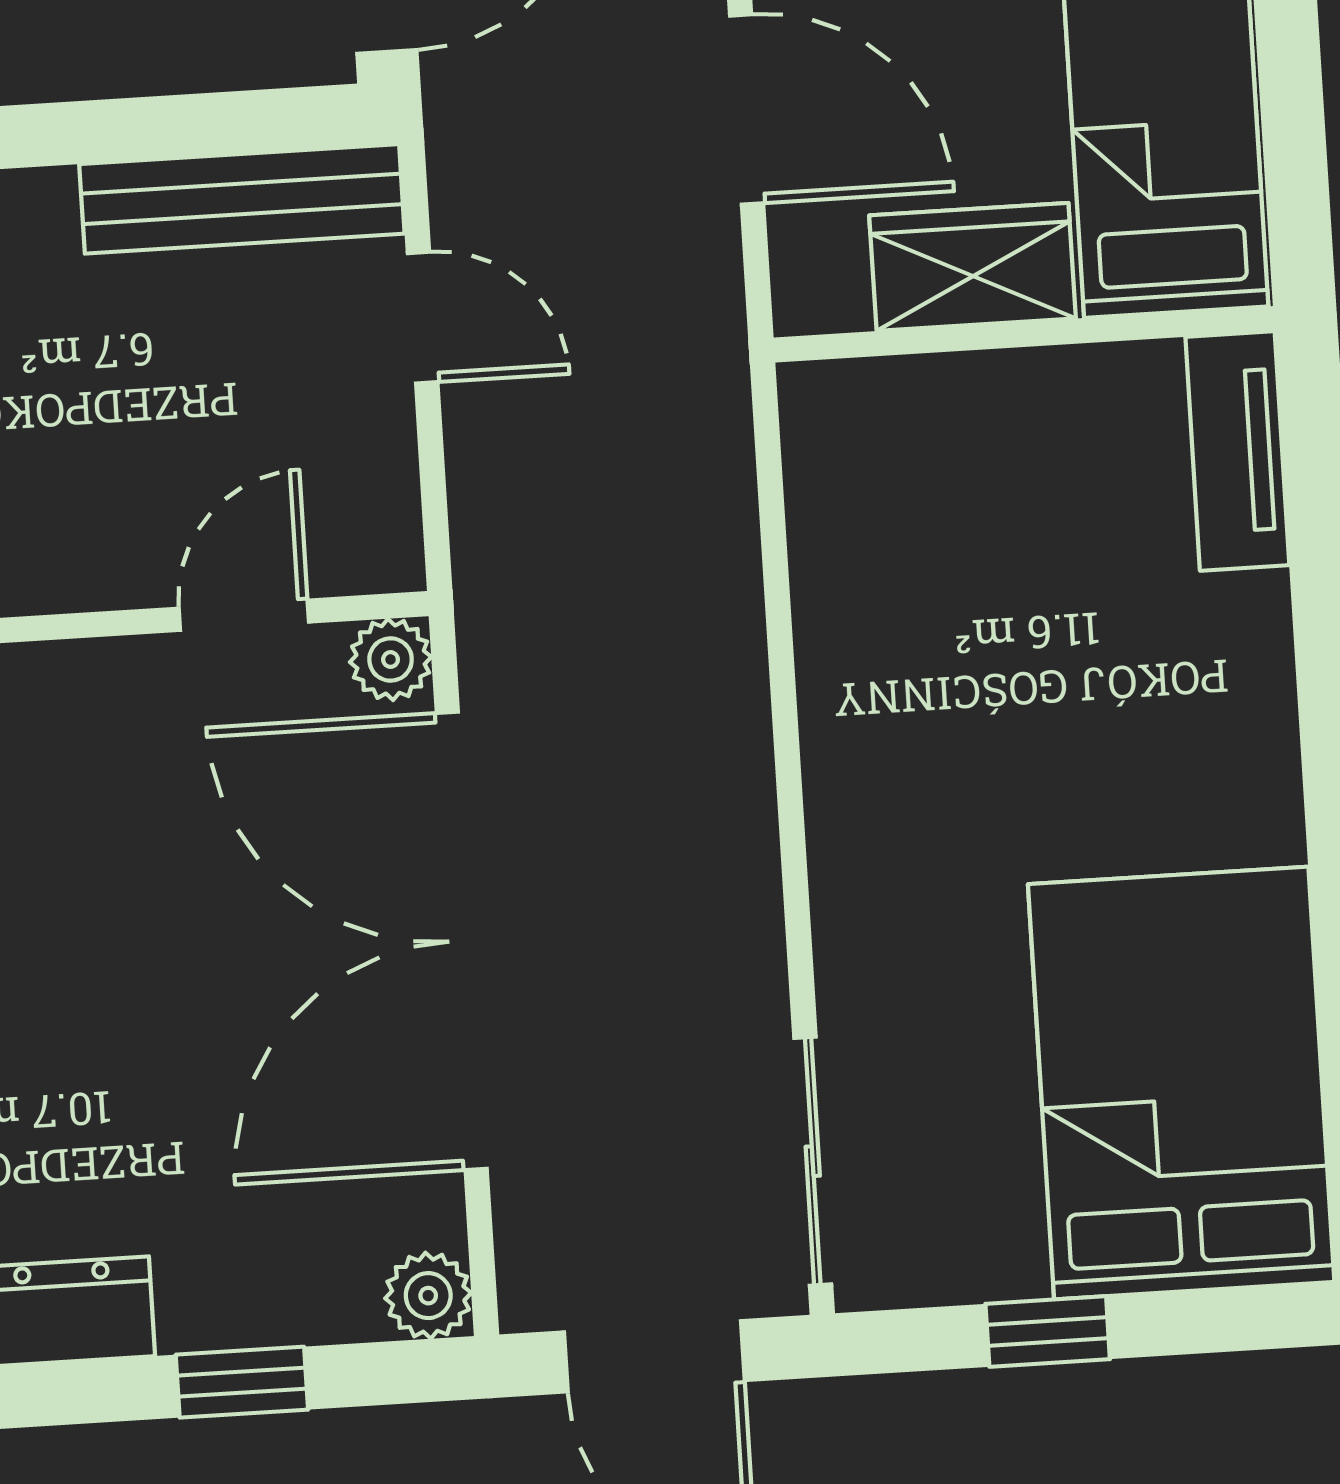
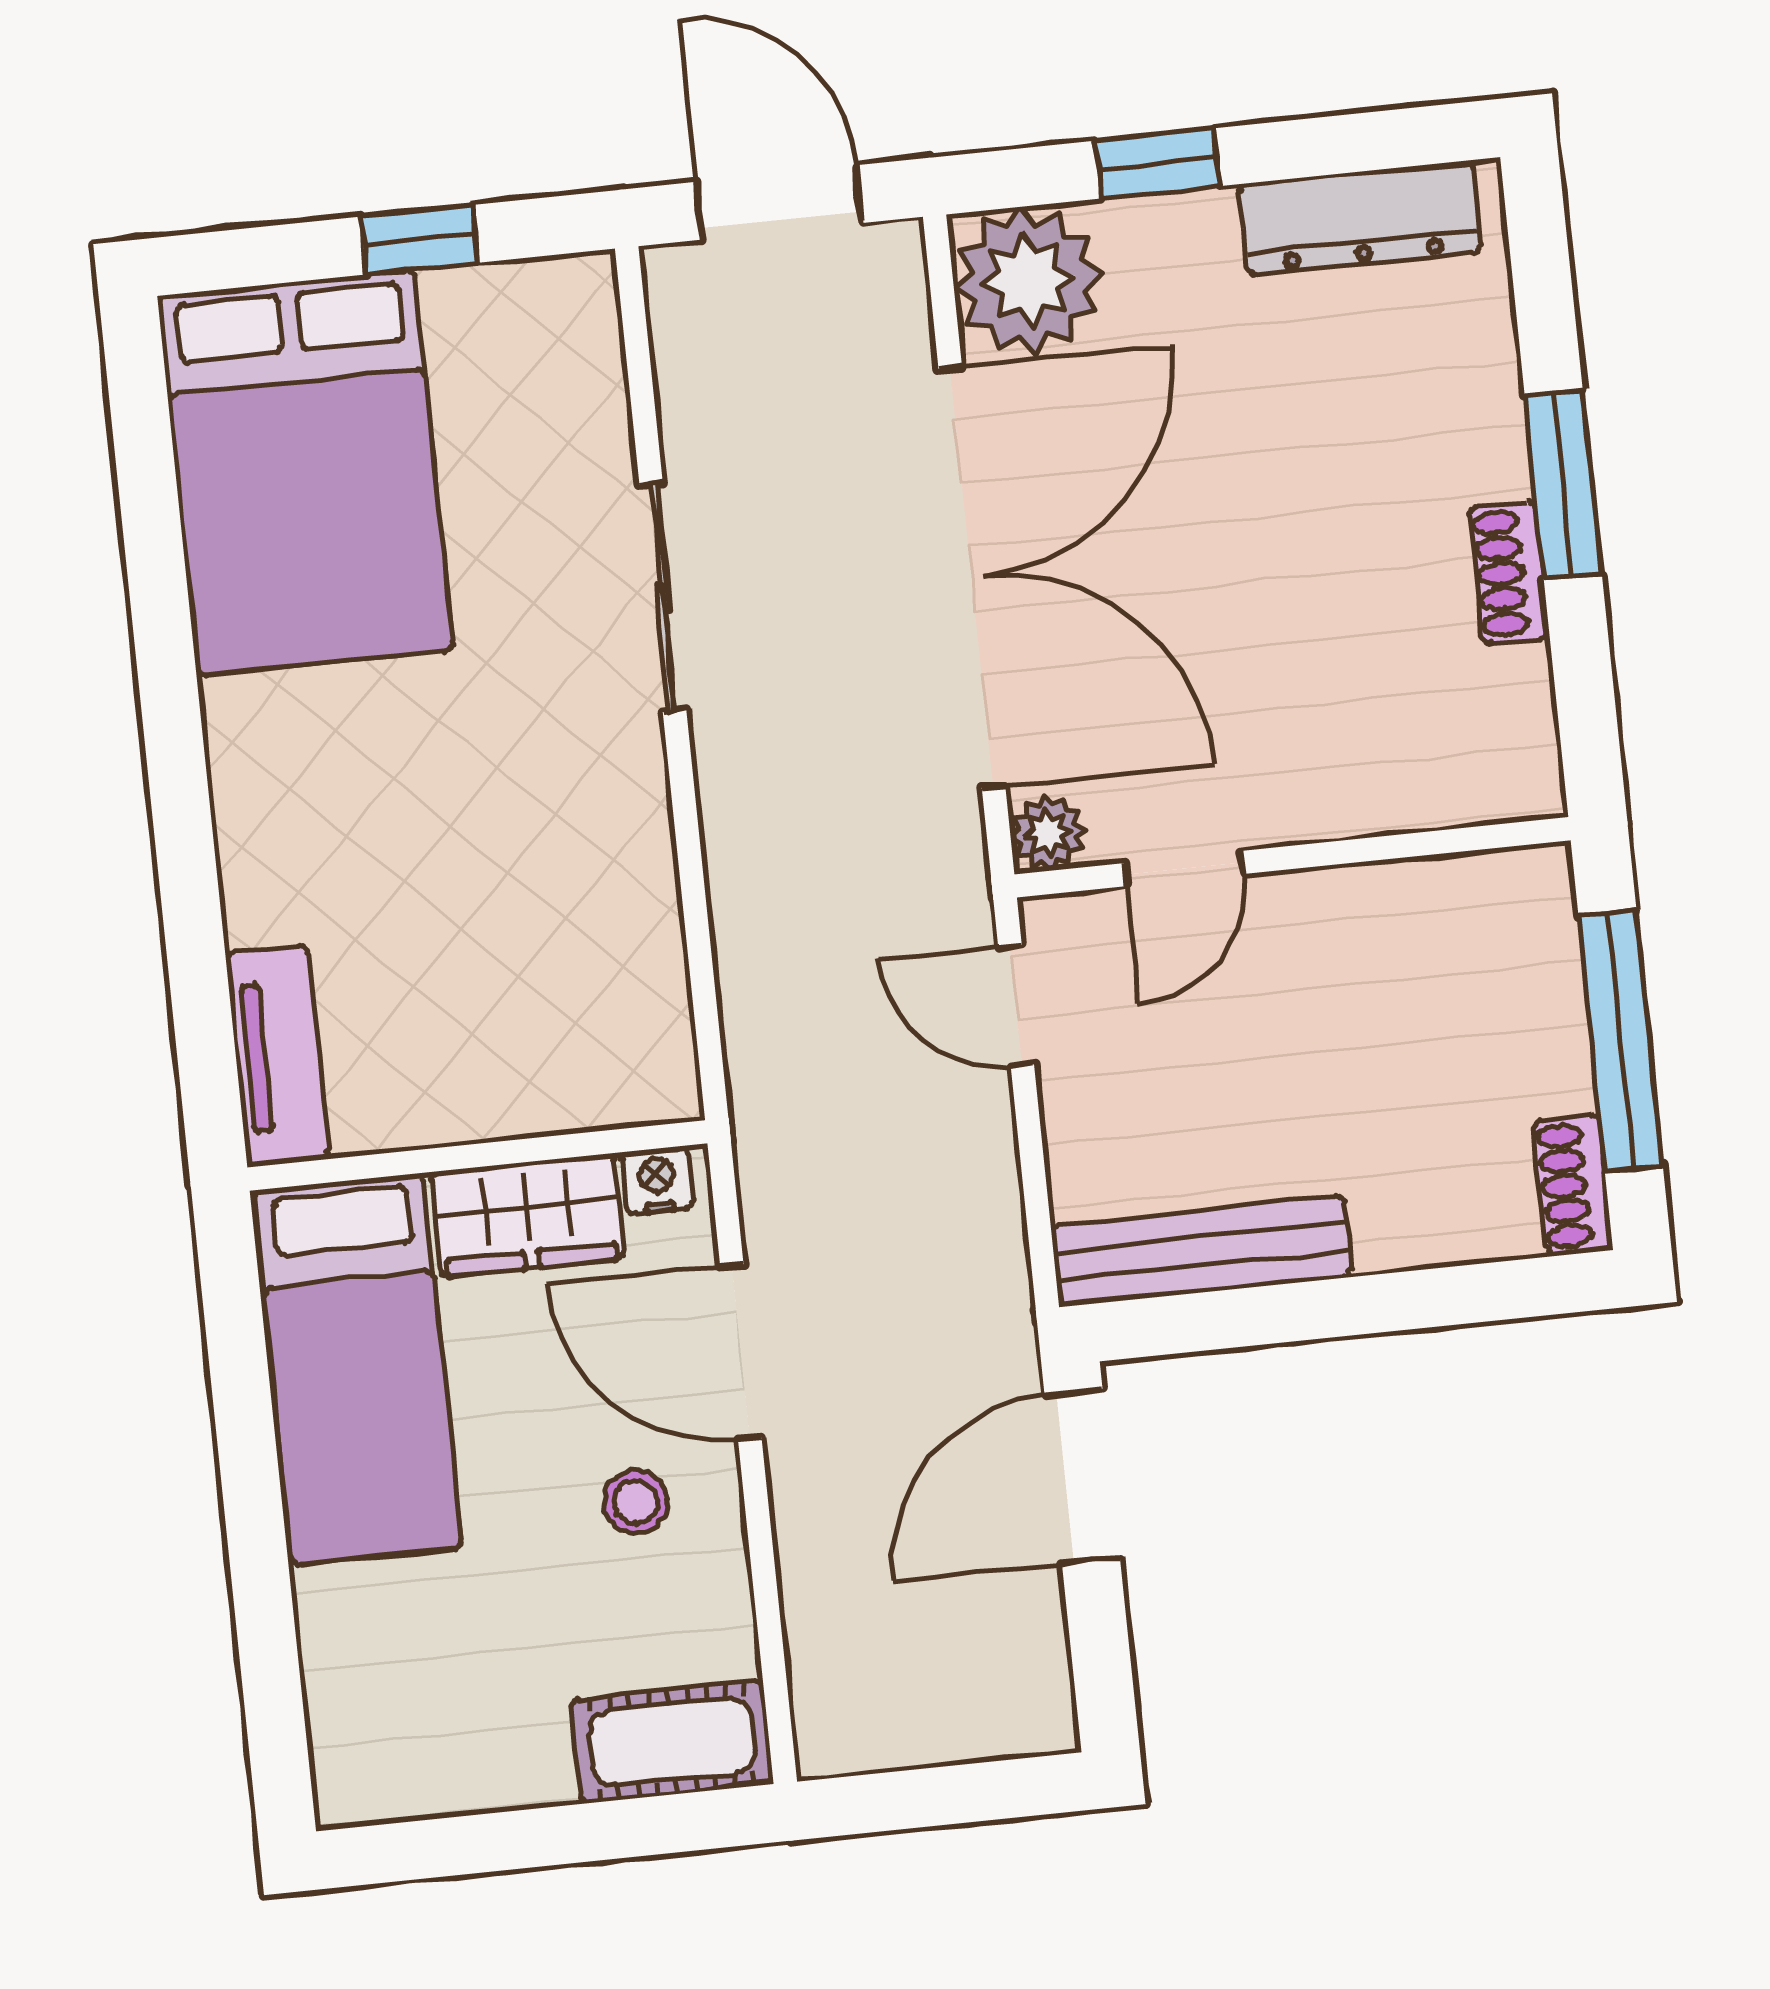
nightstand: (830, 300) -> (657, 1180), added
door: (423, 318) -> (1016, 1006), moved
sliding door: (813, 1161) -> (663, 597), moved
plant: (428, 1296) -> (1028, 281), width x1.88, depth x1.88

